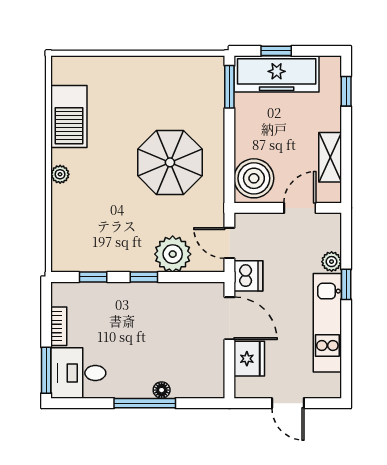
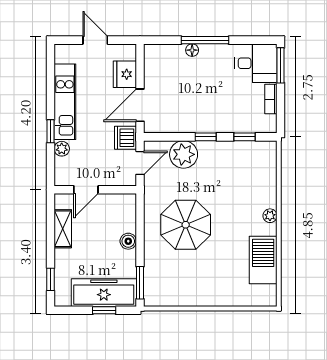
boiler: (254, 178) -> (128, 241), moved, width x0.54, depth x0.54
door: (229, 243) -> (140, 163), hinge flipped
door: (229, 318) -> (140, 105), hinge flipped

